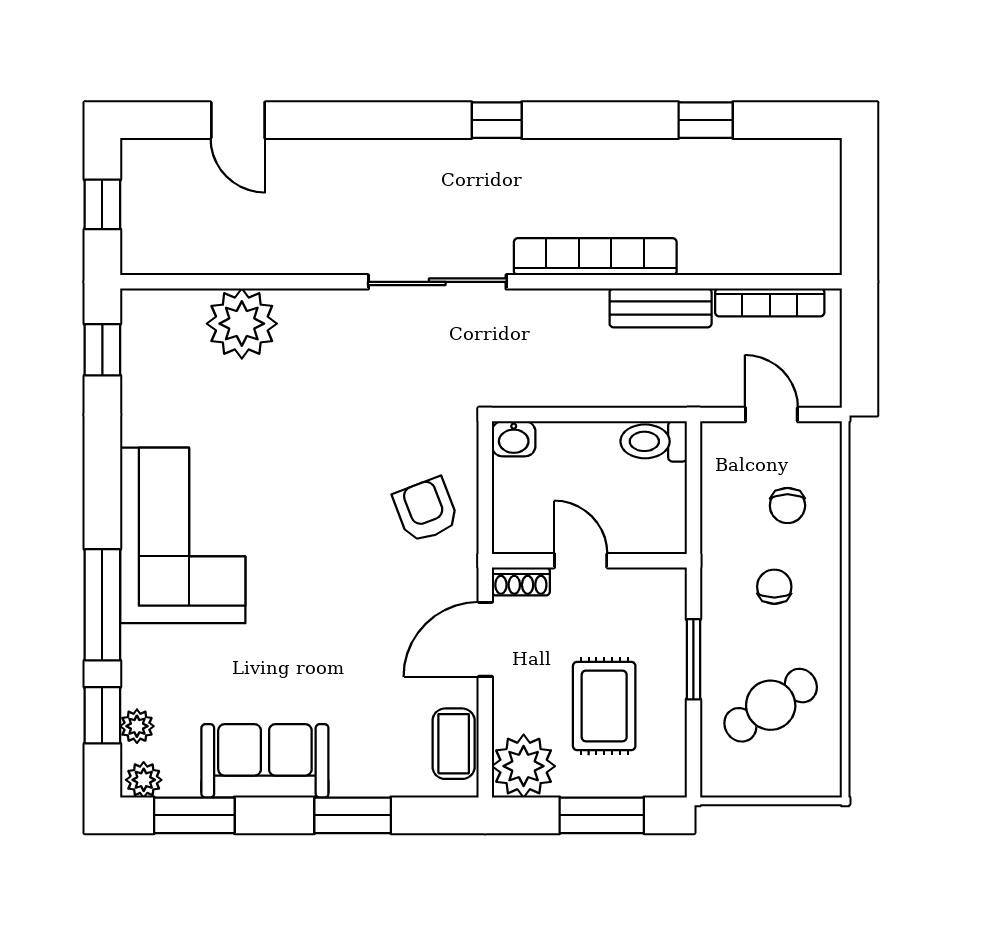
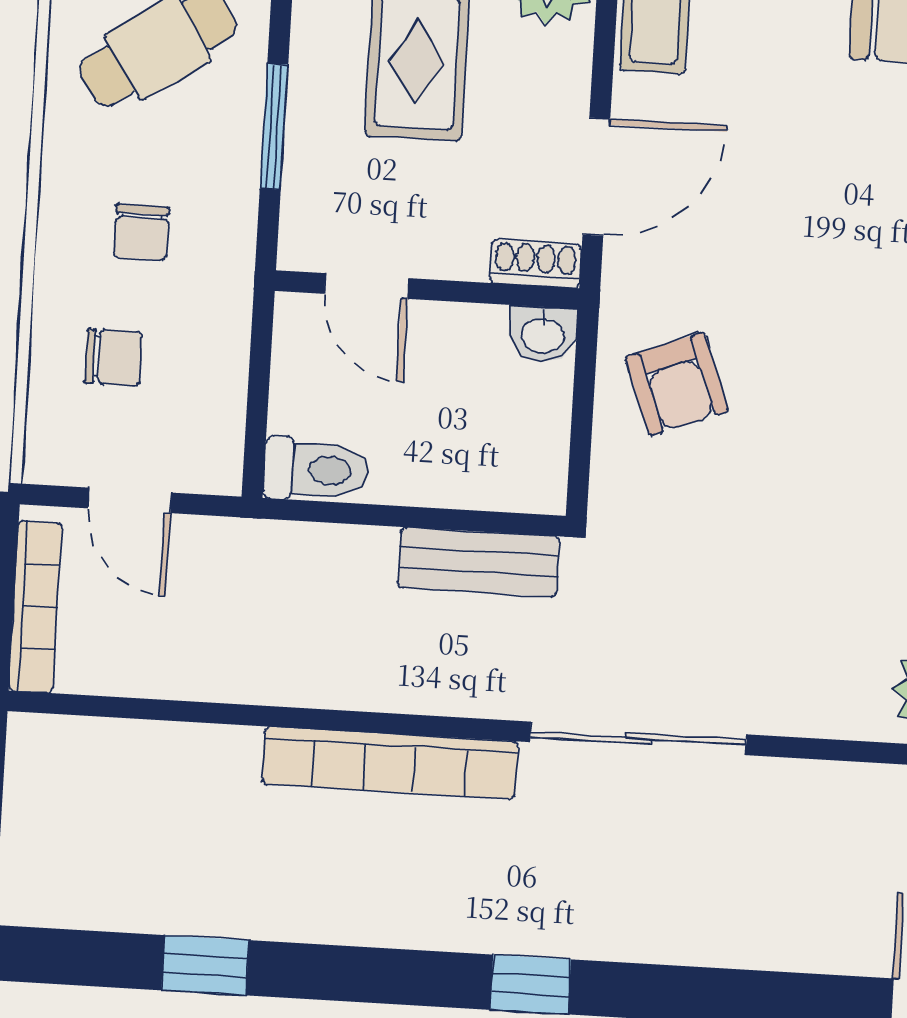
bookcase: (770, 302) -> (35, 607), moved, turned 90
bench: (661, 308) -> (479, 562), moved
washbasin: (514, 439) -> (543, 334), moved, turned 180
chair: (787, 506) -> (113, 357), turned 90
door: (581, 561) -> (367, 286), moved

